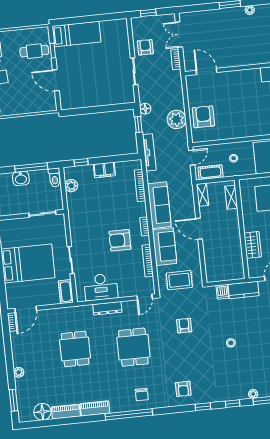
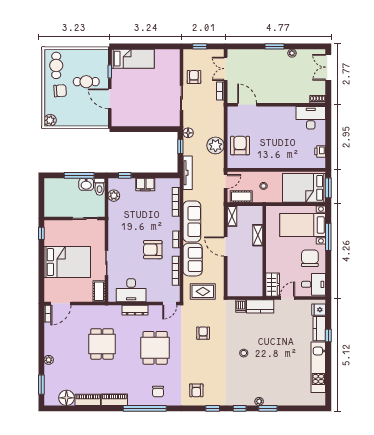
cafe table: (34, 51) -> (86, 82), moved
washbasin: (21, 178) -> (86, 184), moved
shelving: (231, 197) -> (258, 235), moved
wardrobe: (253, 245) -> (273, 285), moved

